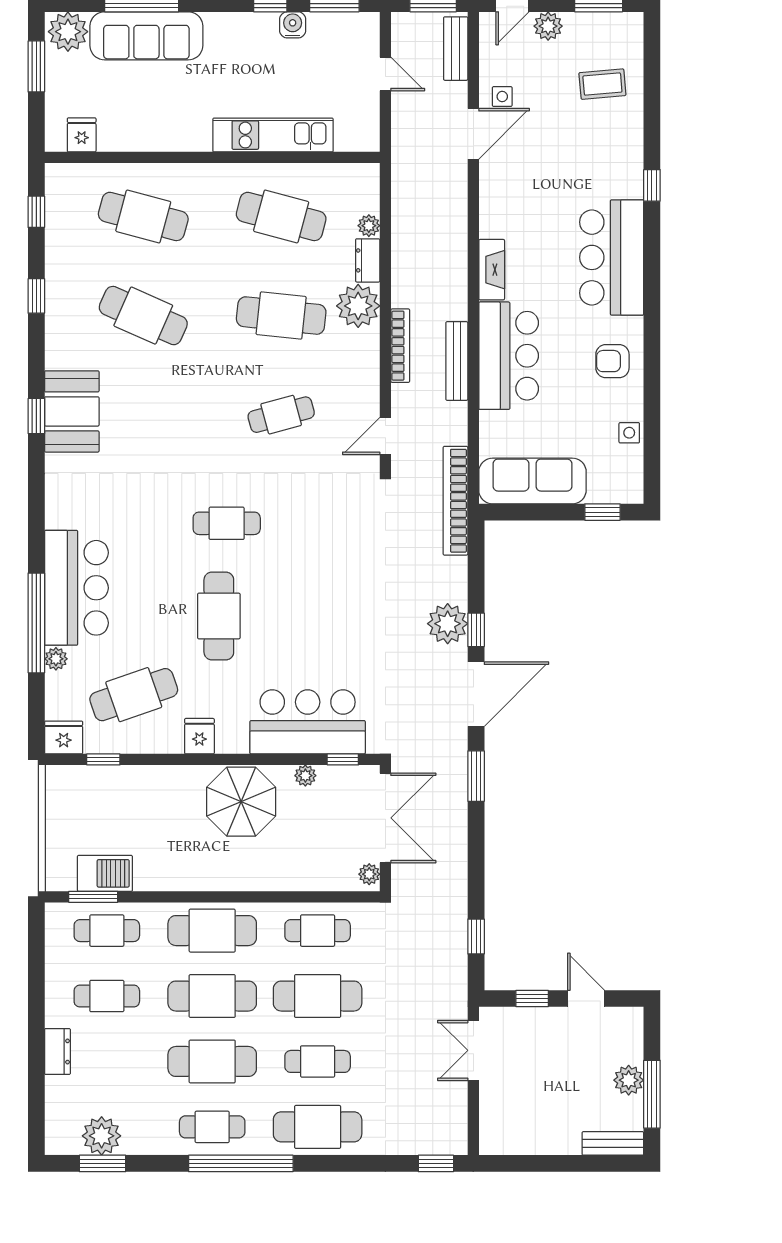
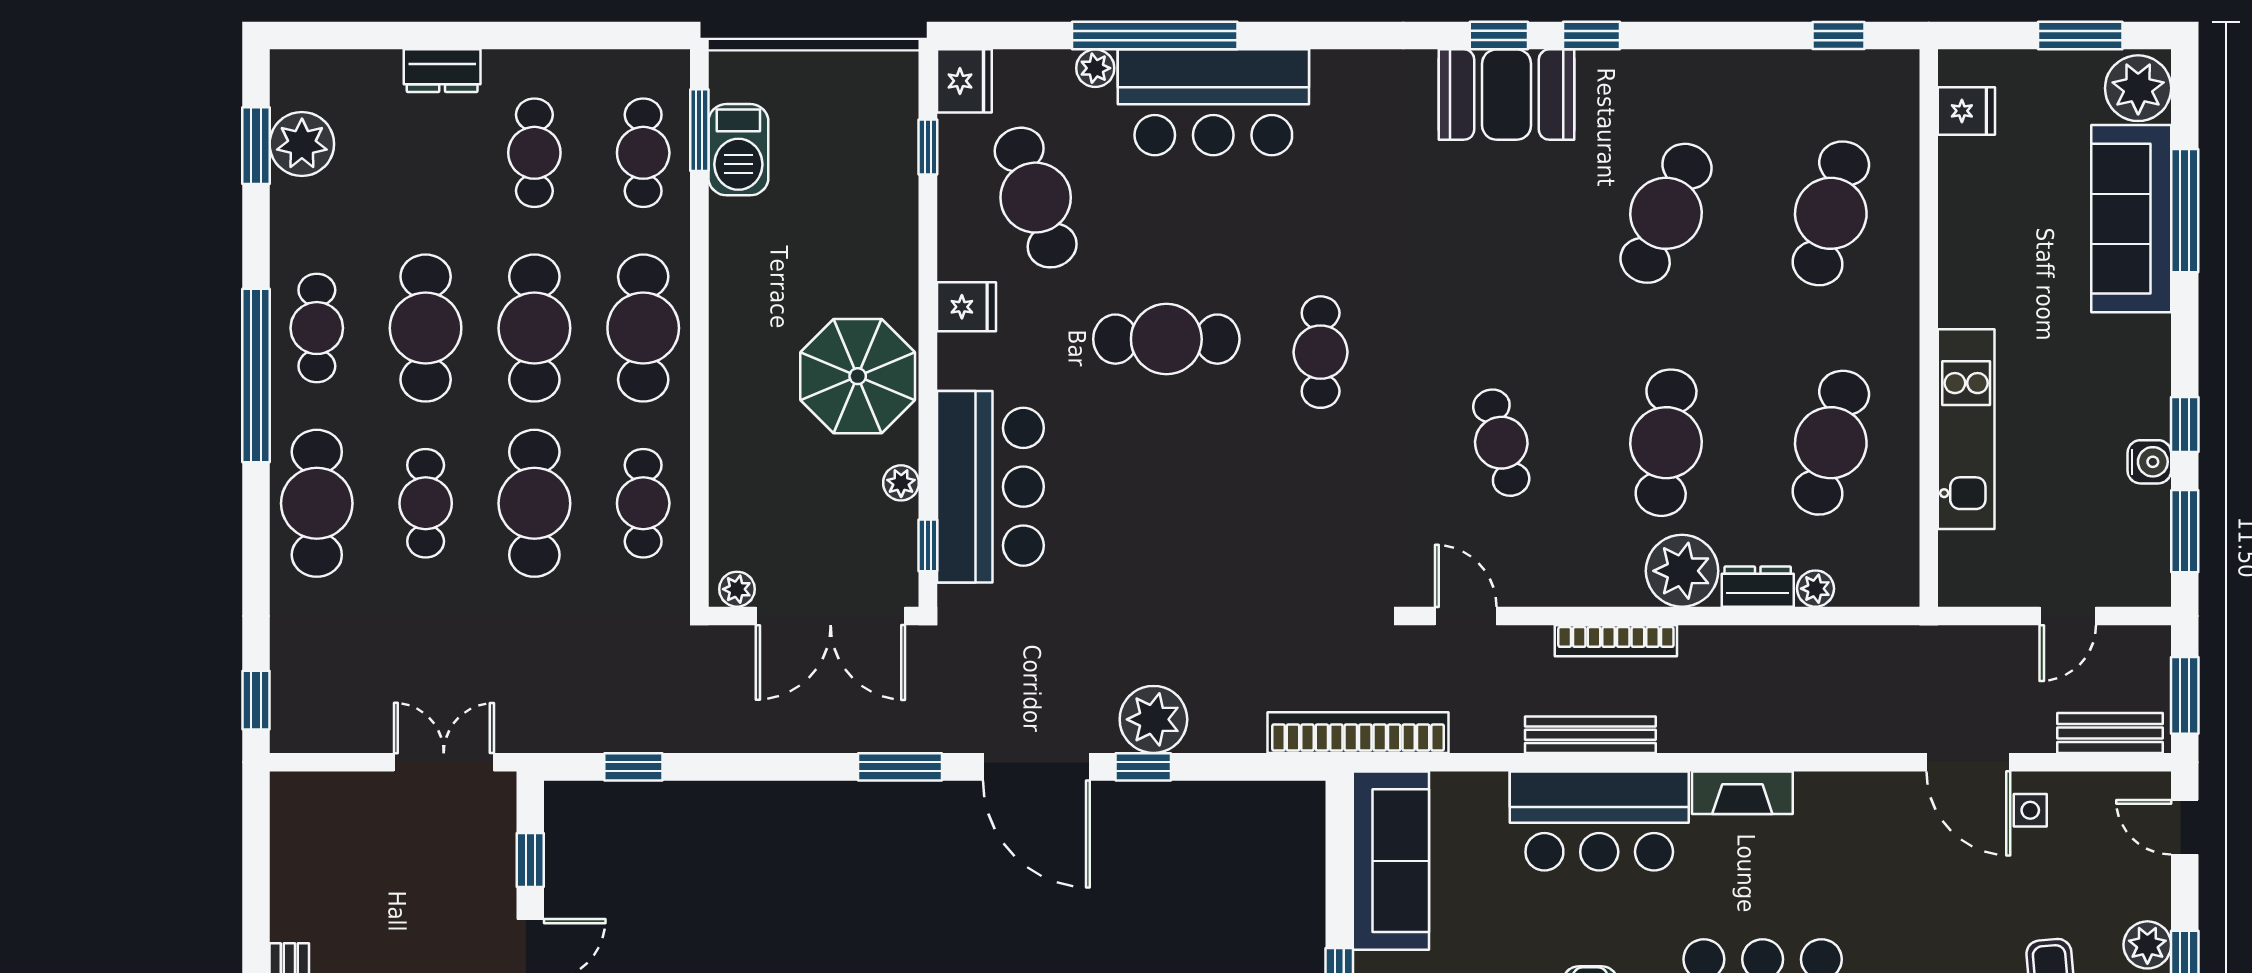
plant: (548, 26) -> (2147, 945), moved
window: (36, 296) -> (1592, 36), moved

